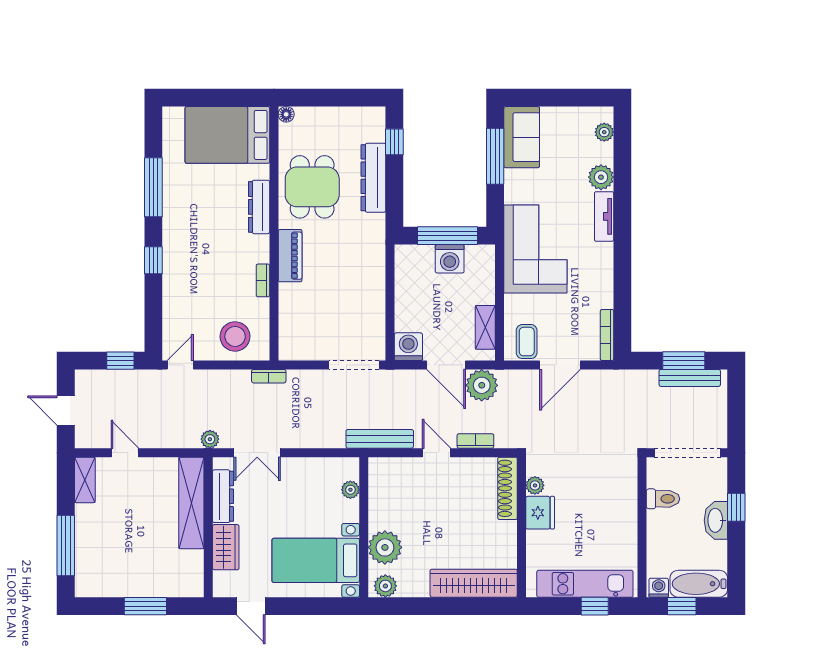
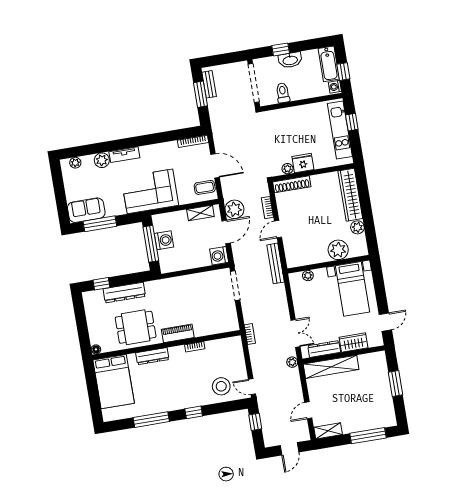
stool: (235, 336) -> (221, 386), moved
bench: (690, 378) -> (209, 84), width x0.73
plant: (385, 586) -> (357, 227), moved

